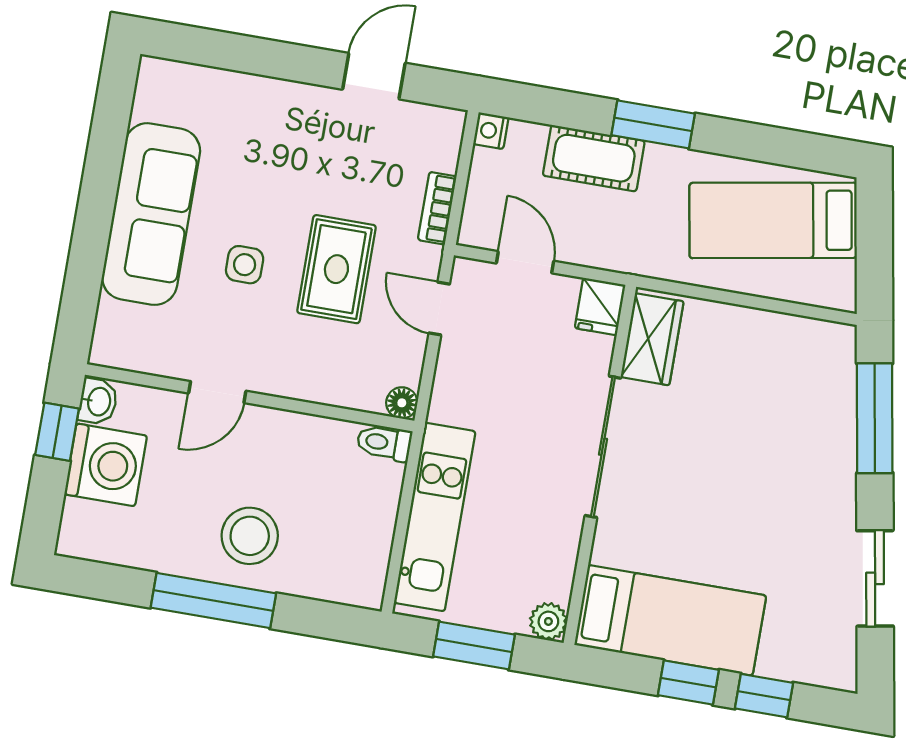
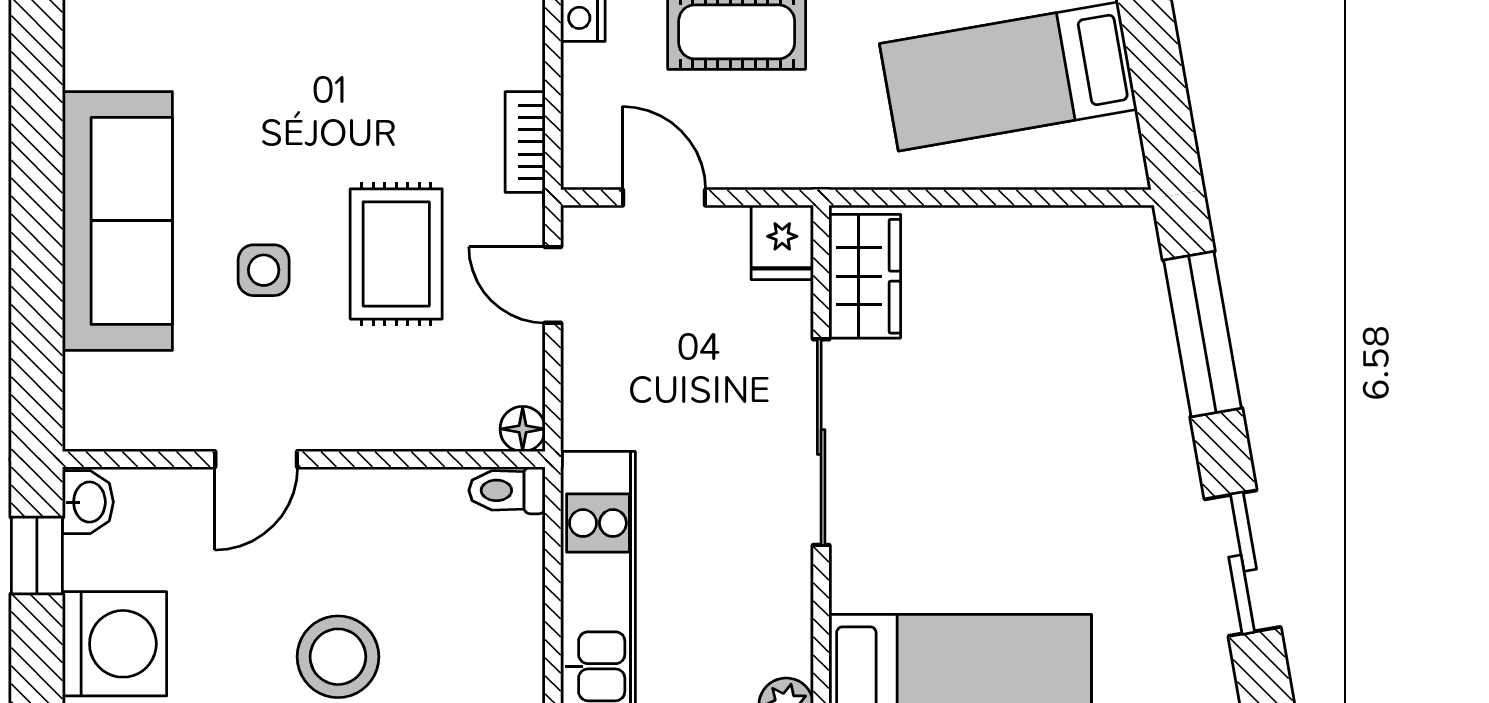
washing machine: (106, 465) -> (115, 644), moved

